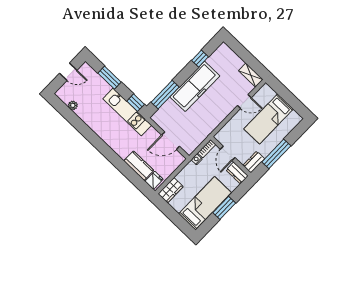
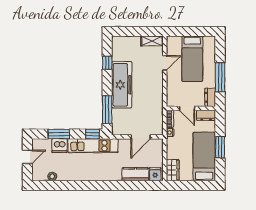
dishwasher: (101, 87) -> (59, 146), added

